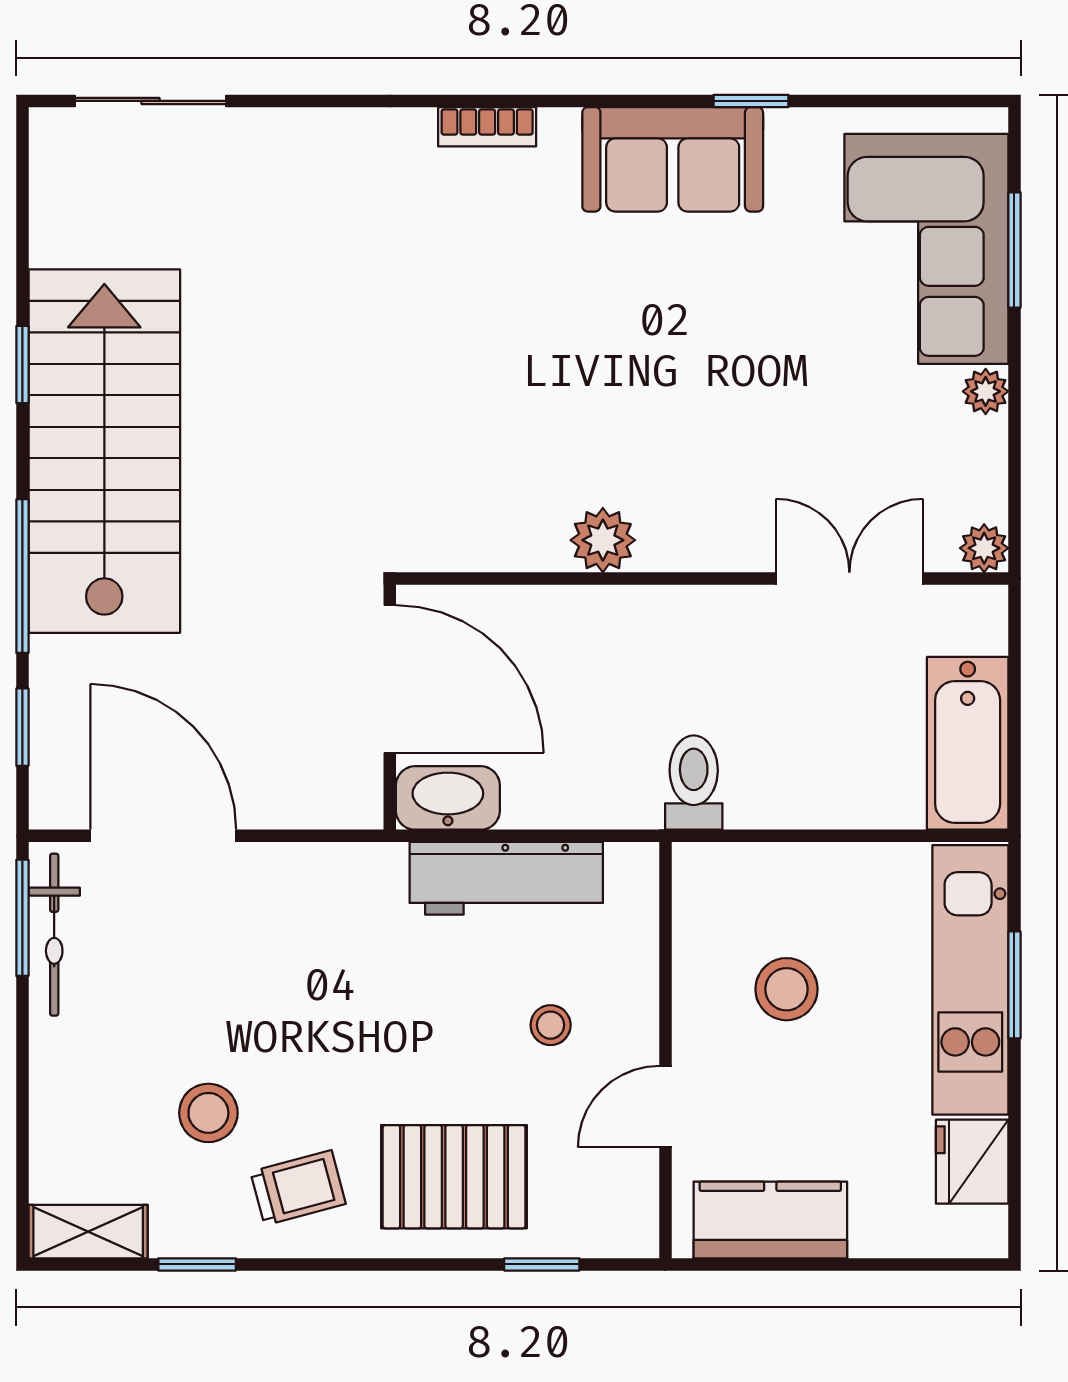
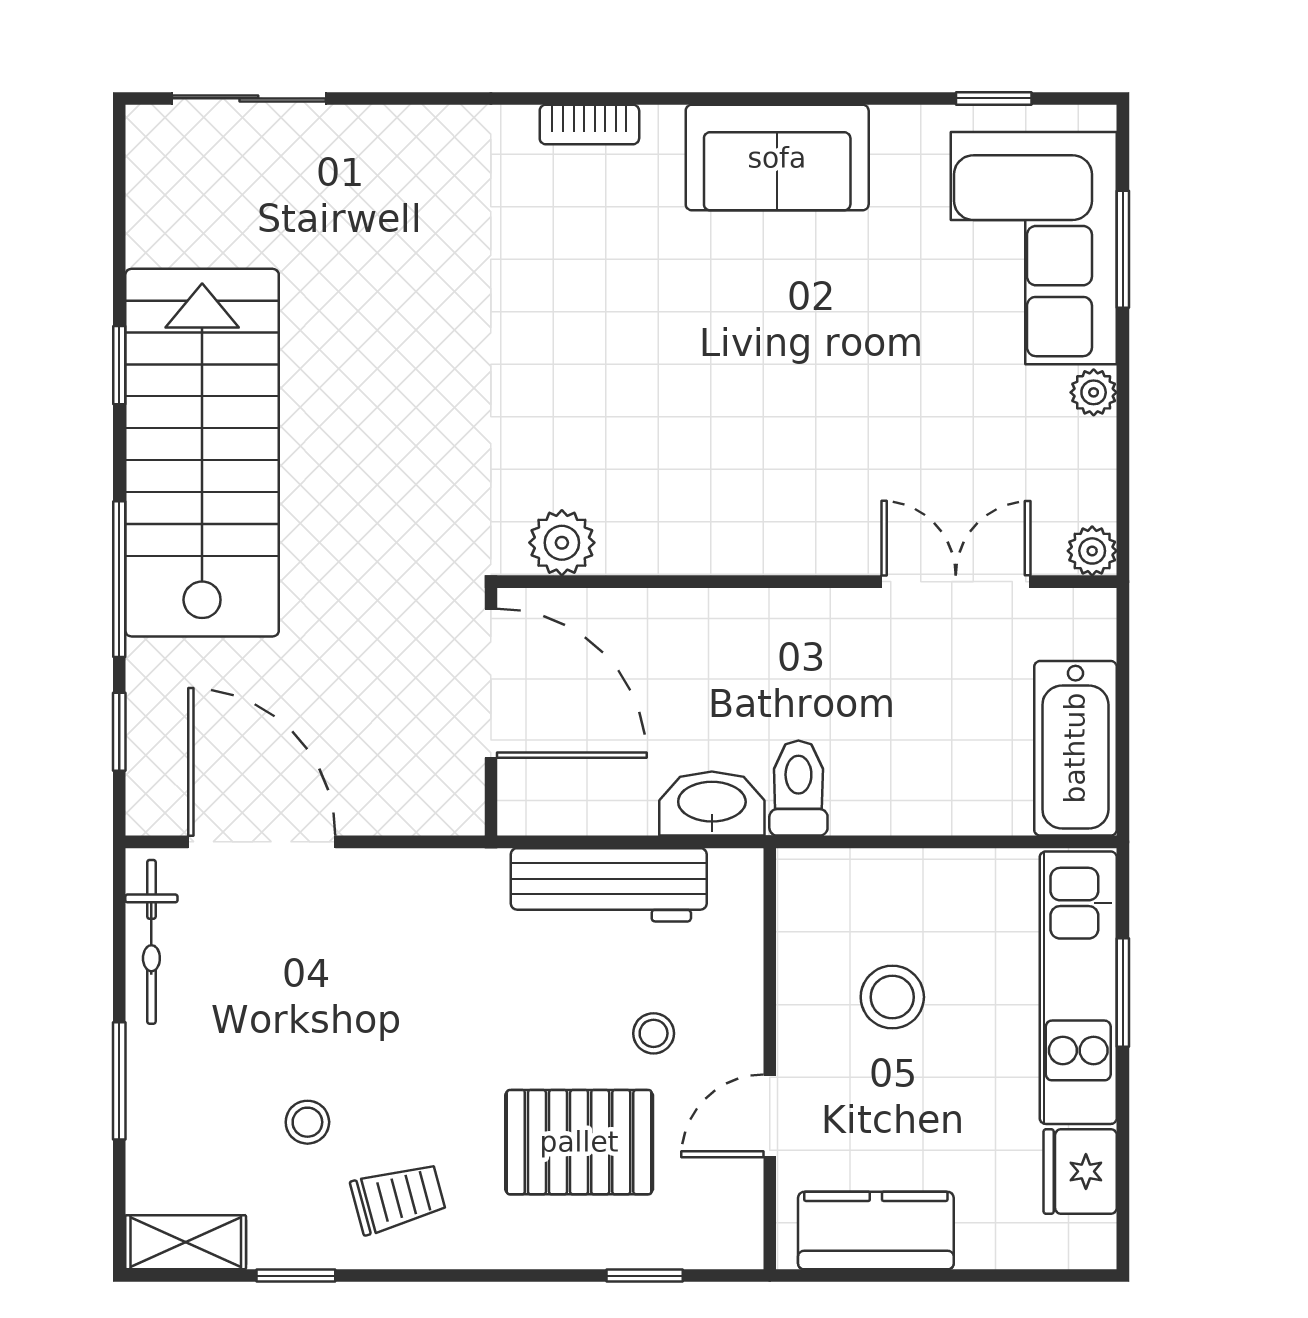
window: (751, 101) -> (994, 98), moved
plant: (603, 540) -> (562, 543), moved
washbasin: (448, 798) -> (712, 804), moved
window: (22, 918) -> (119, 1081), moved
stool: (208, 1113) -> (307, 1122), width x0.73, depth x0.73
pallet: (454, 1177) -> (579, 1142), moved

